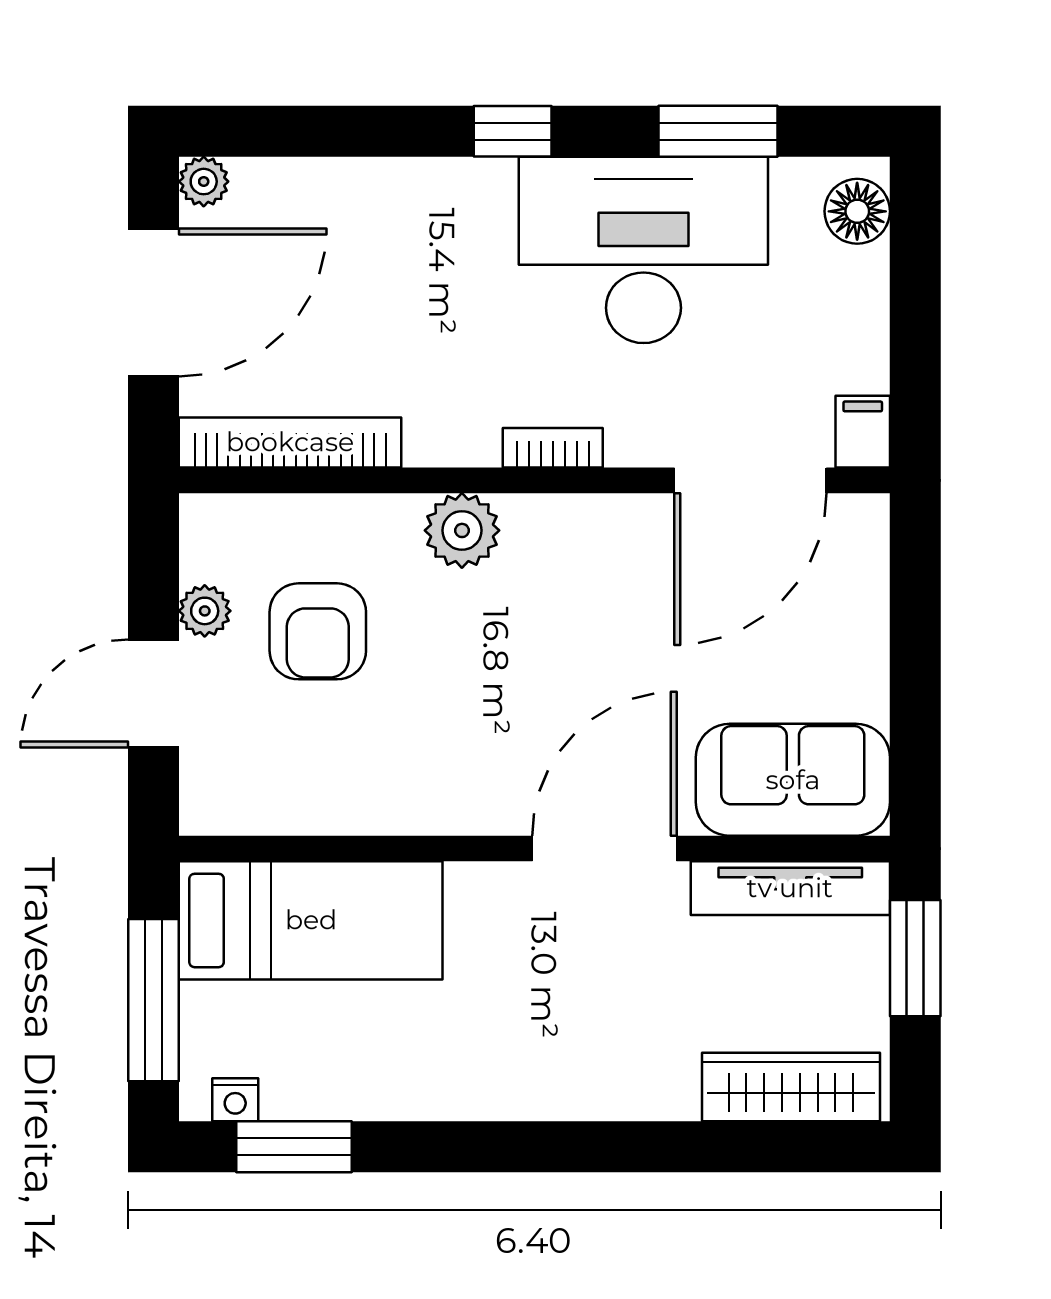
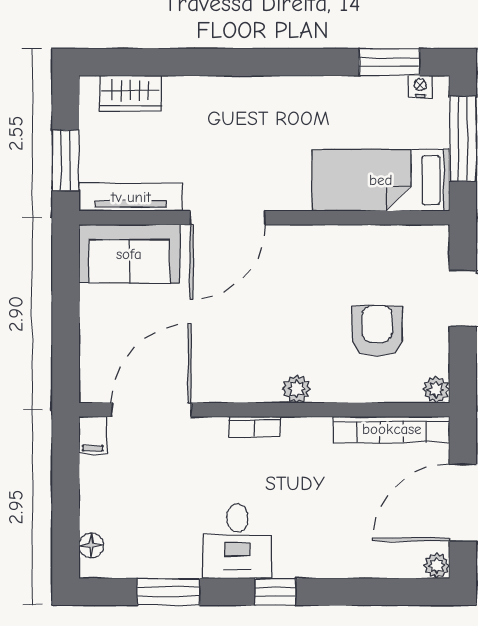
floor lamp: (857, 211) -> (91, 545), width x0.73, depth x0.73
desk: (643, 250) -> (237, 541), width x0.53, depth x0.77
plant: (462, 530) -> (297, 389), width x0.73, depth x0.73
plant: (205, 611) -> (436, 390), moved
wardrobe: (791, 1087) -> (130, 93), width x0.67

